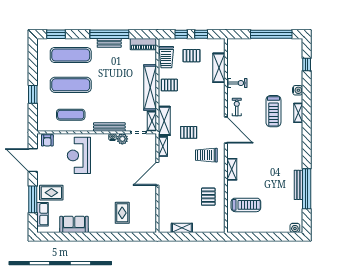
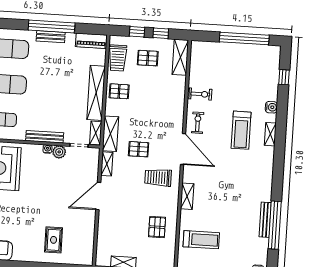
shelving: (219, 68) -> (180, 57), moved

